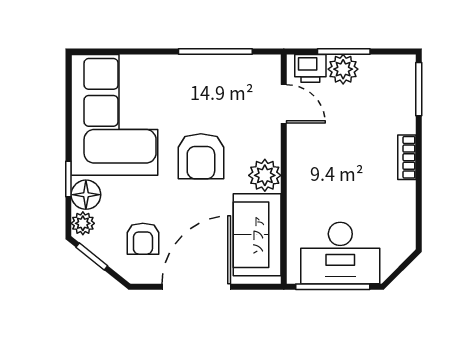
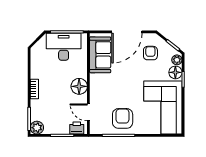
plant: (343, 69) -> (37, 128), moved
armchair: (201, 156) -> (123, 118), moved
floor lamp: (305, 163) -> (79, 86), added
plant: (265, 175) -> (97, 81), removed

